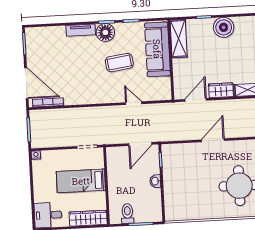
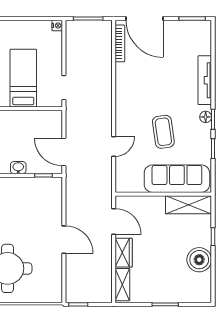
tv unit: (81, 30) -> (205, 80), width x1.41
floor lamp: (105, 32) -> (206, 117), width x0.53, depth x0.53
door: (26, 83) -> (145, 19), hinge flipped

